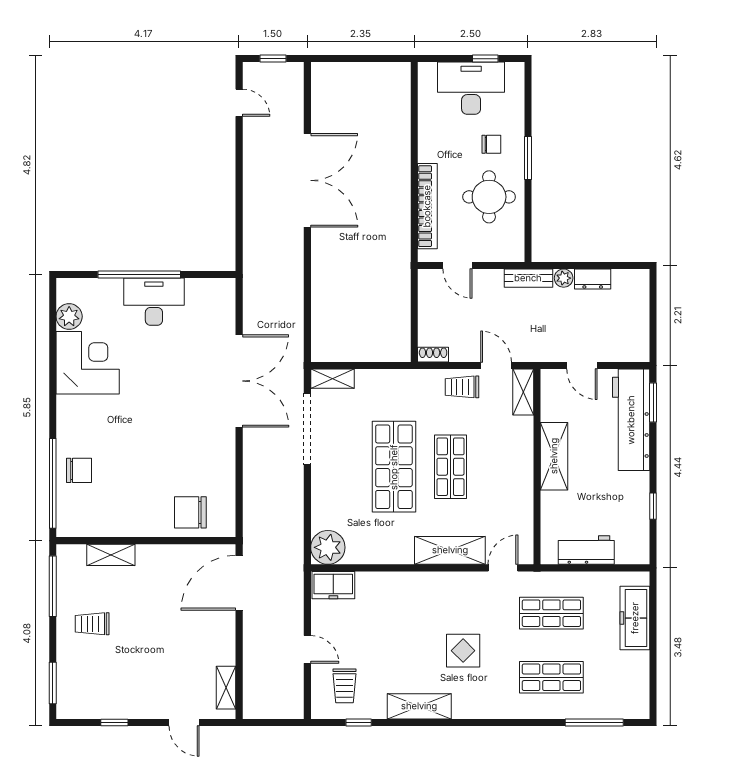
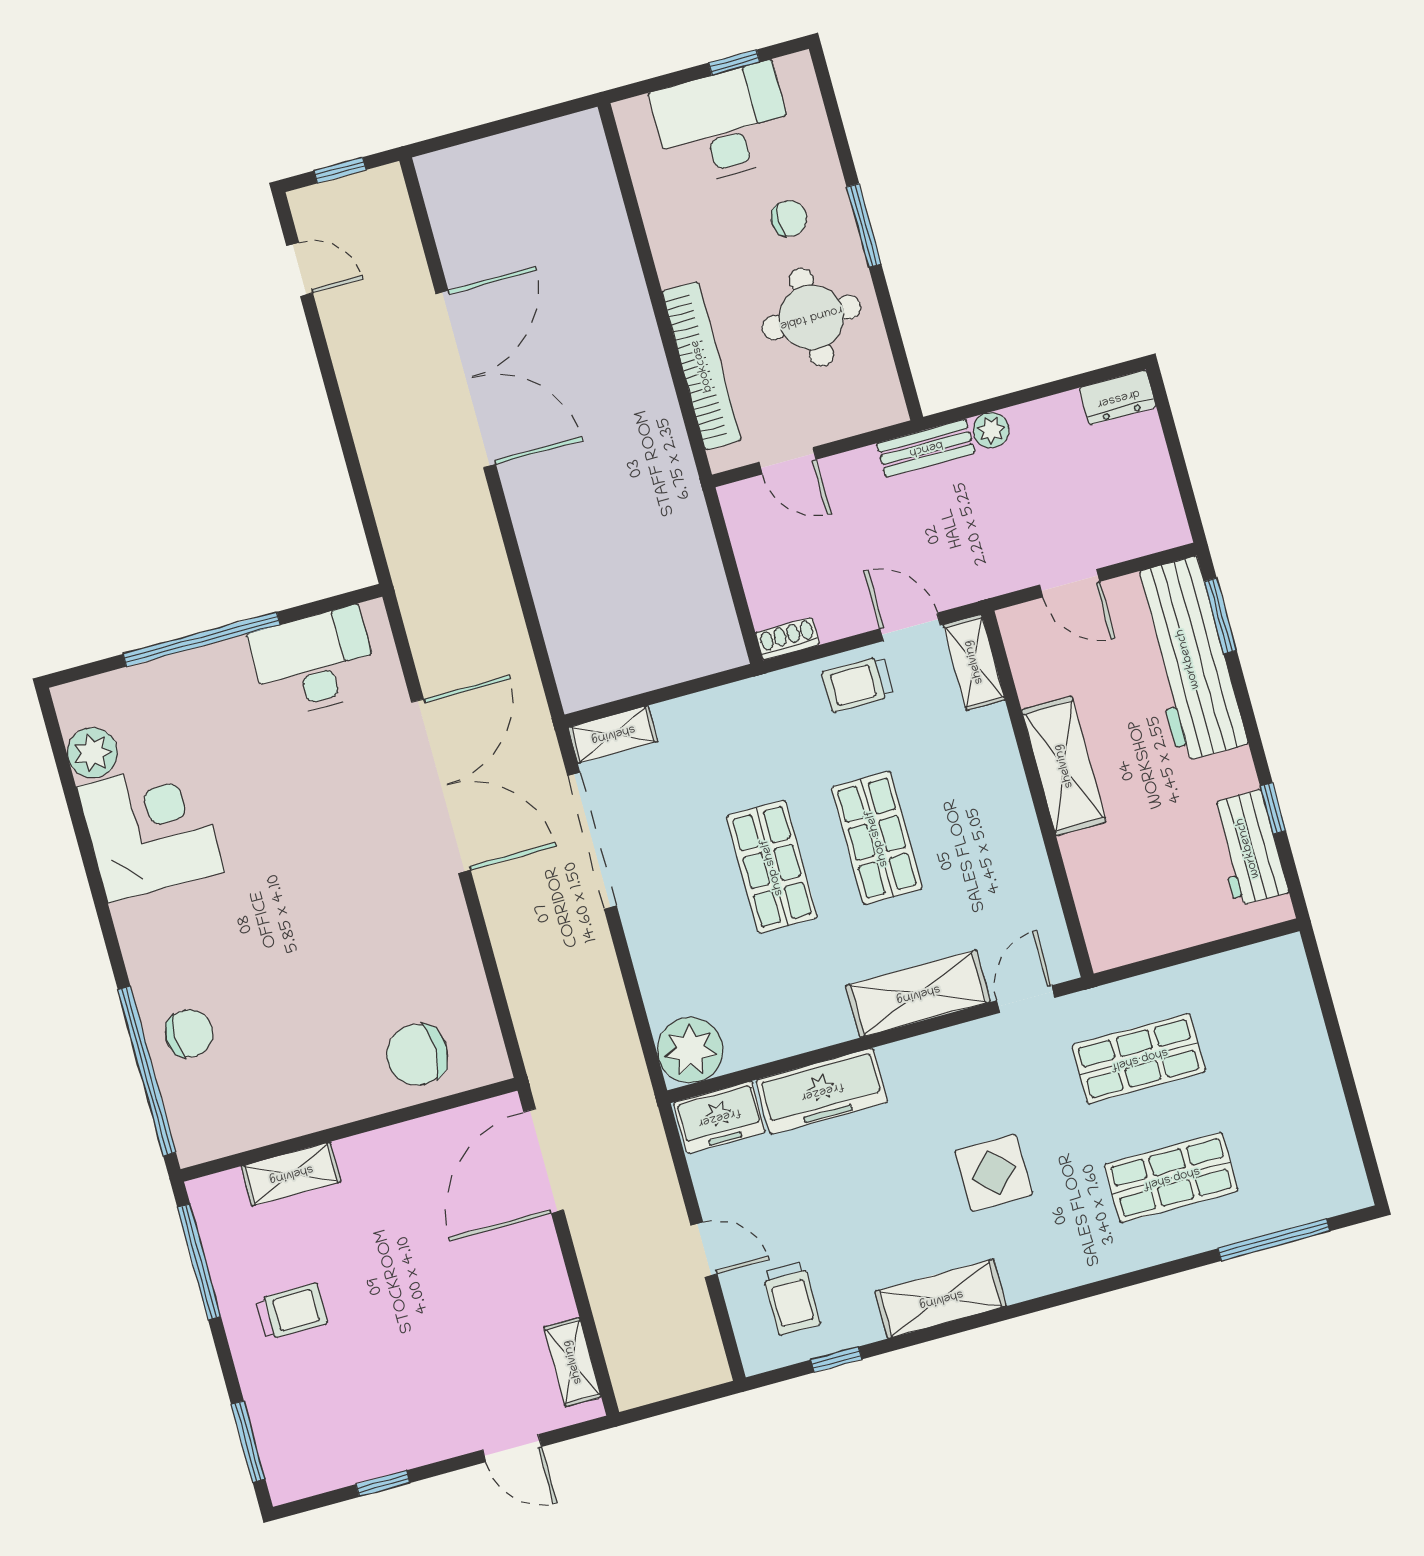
dresser: (593, 279) -> (1118, 398), moved
desk: (154, 302) -> (314, 663), moved
shop shelf: (394, 467) -> (772, 867), width x0.70, depth x0.74
workbench: (586, 550) -> (1248, 848), moved, turned -90
freezer: (635, 618) -> (822, 1091), moved, turned -90
trolley: (92, 624) -> (291, 1311), turned 180

